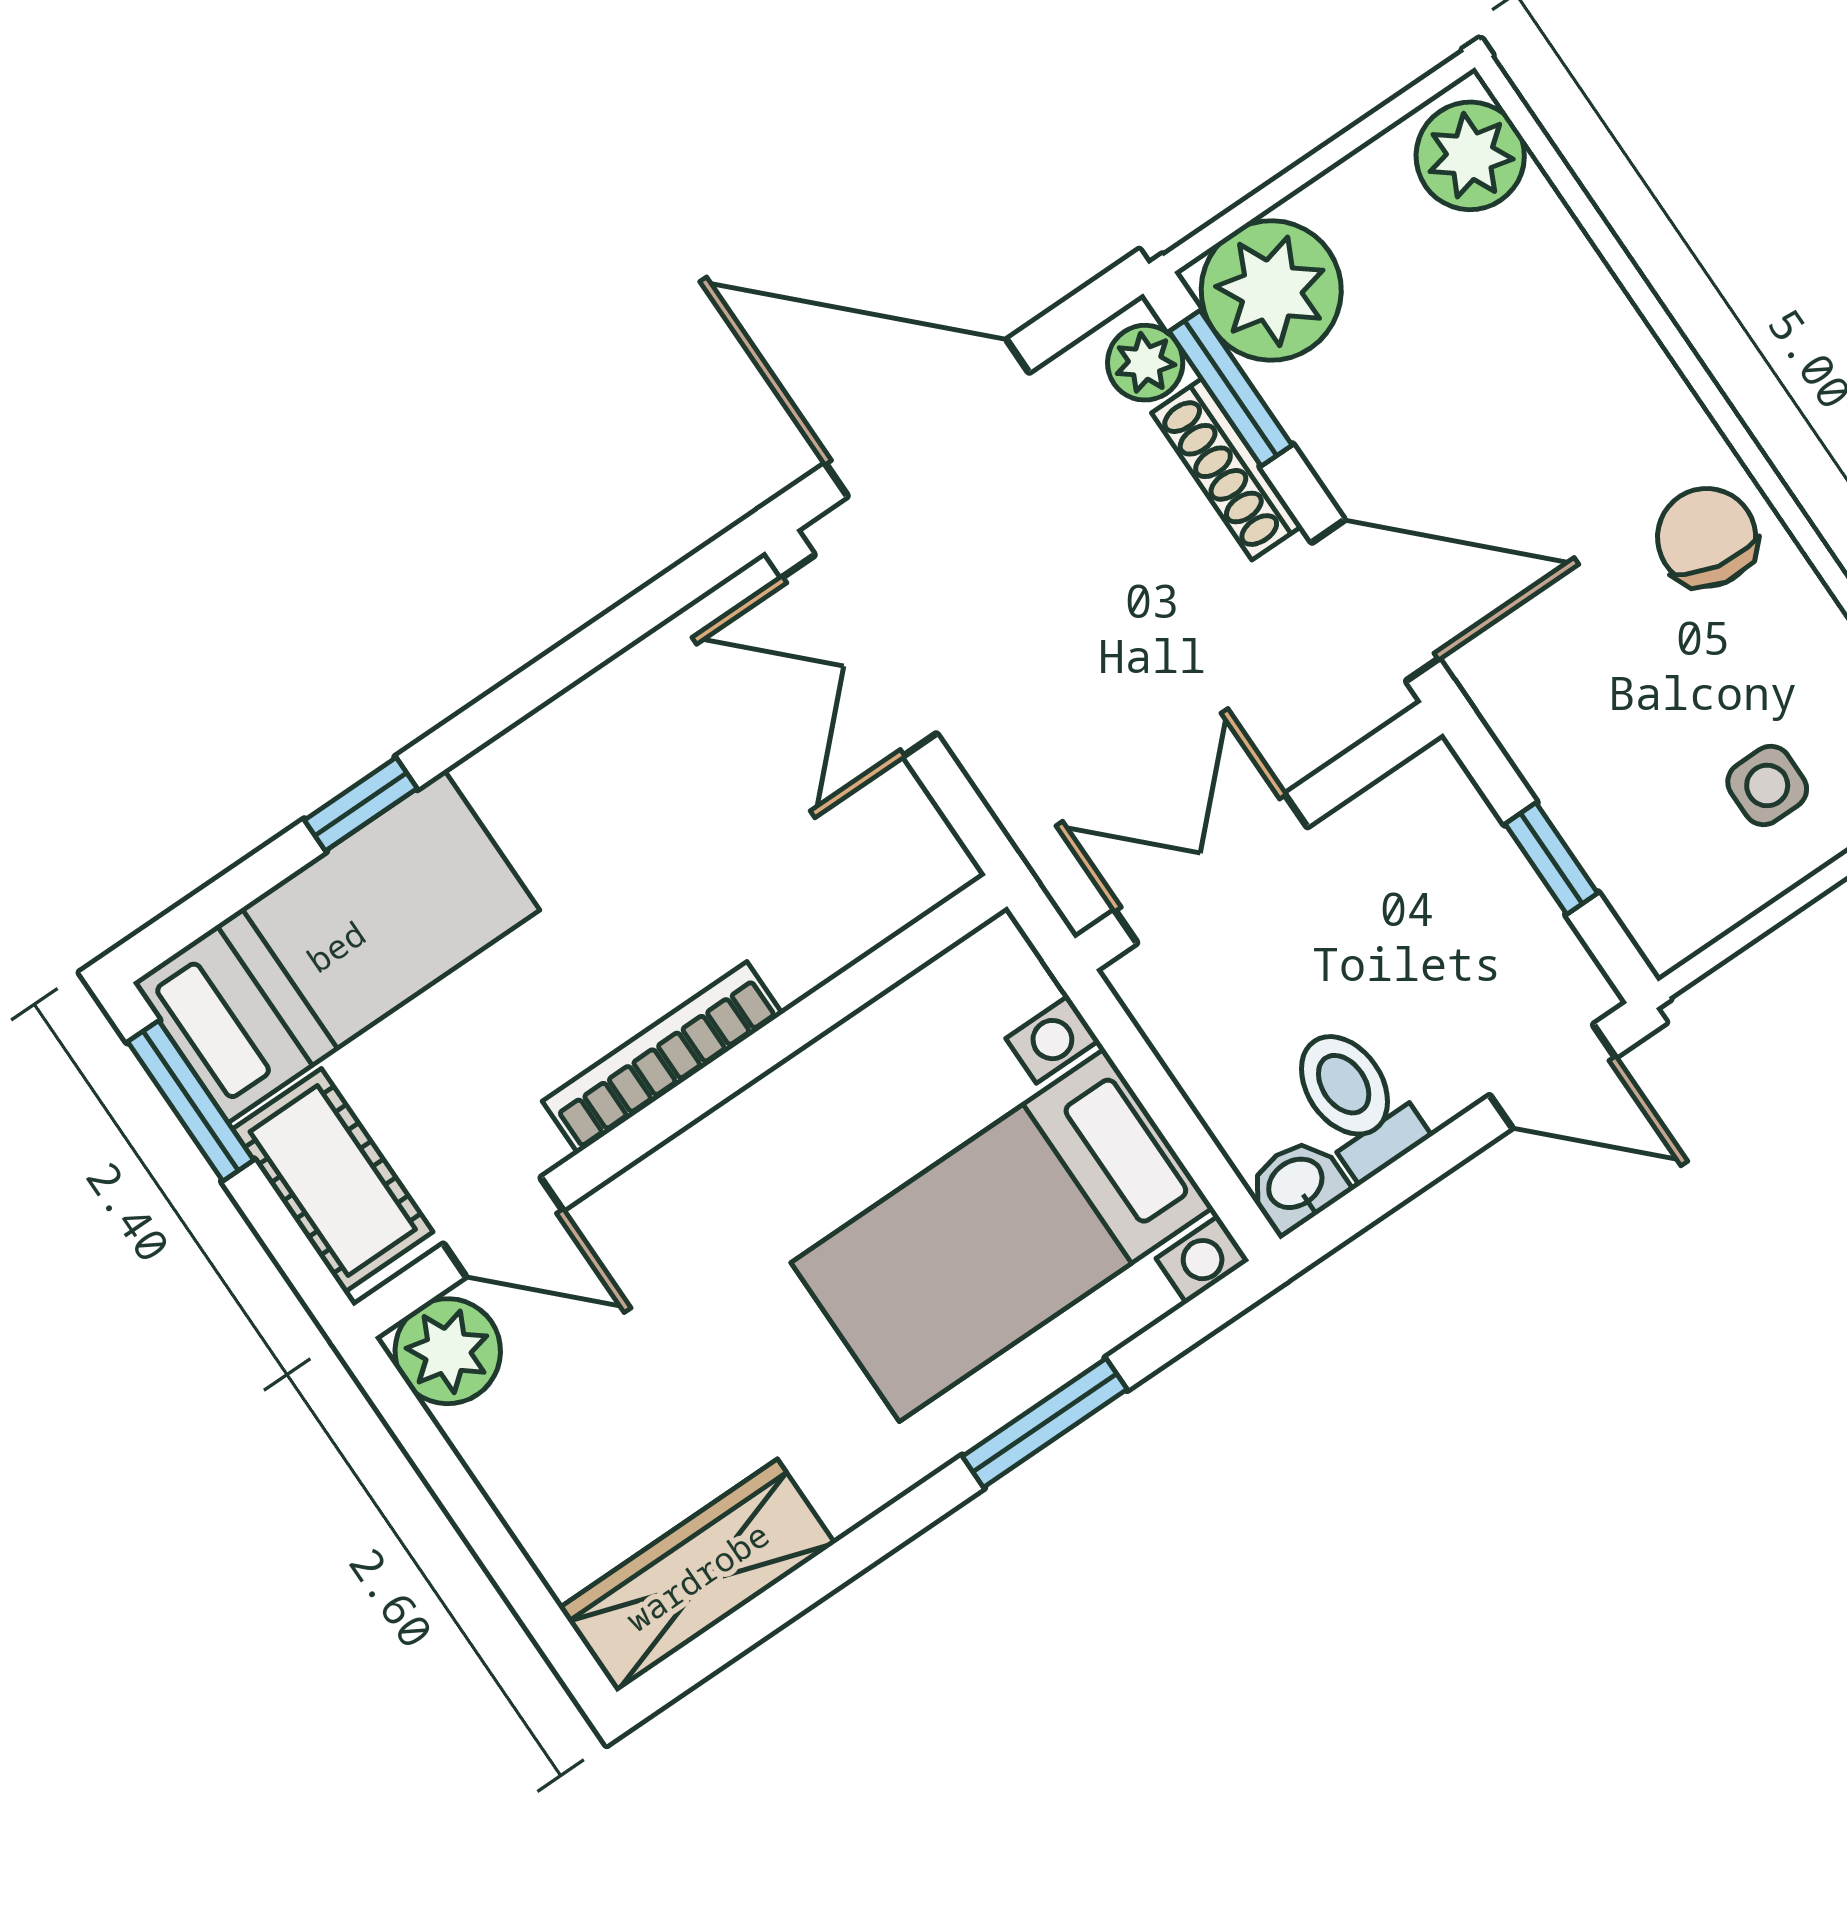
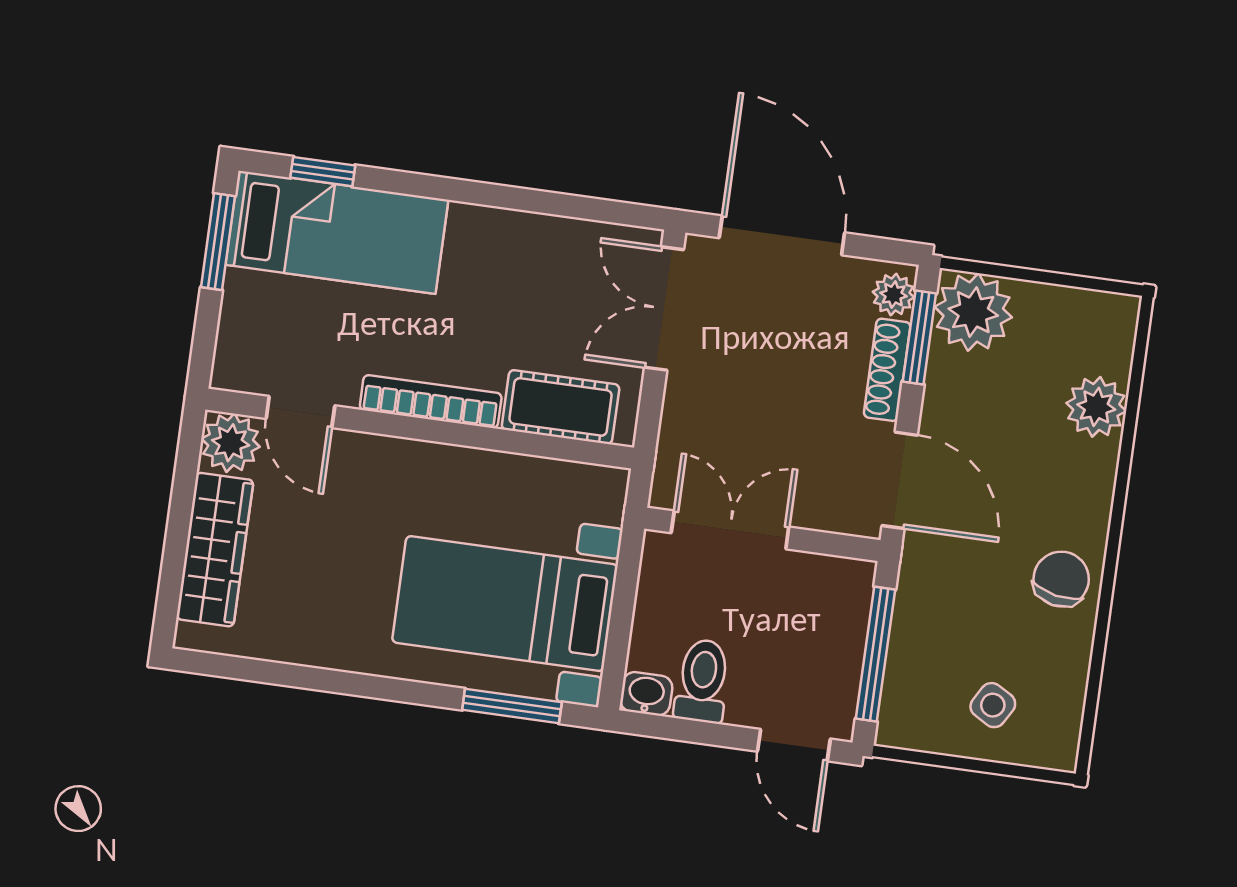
plant: (1470, 156) -> (1096, 407), moved
side table: (1767, 785) -> (993, 705), turned 30
window: (361, 804) -> (323, 172), moved
window: (1551, 859) -> (875, 654), width x2.17
cot: (333, 1180) -> (561, 407), moved, turned 90
window: (1045, 1423) -> (512, 706), moved
wardrobe: (697, 1576) -> (215, 550), moved, turned 90

